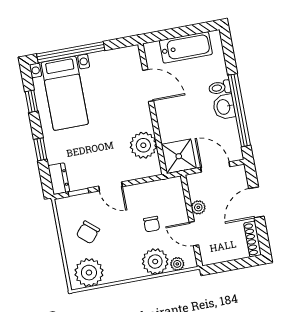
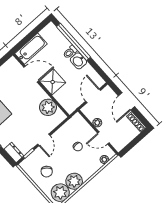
bathtub: (186, 47) -> (31, 49), moved
window: (239, 110) -> (74, 42), moved
shower: (179, 156) -> (53, 82), moved
door: (215, 167) -> (93, 96), hinge flipped
door: (111, 186) -> (44, 140), hinge flipped
plant: (155, 262) -> (74, 181), moved

